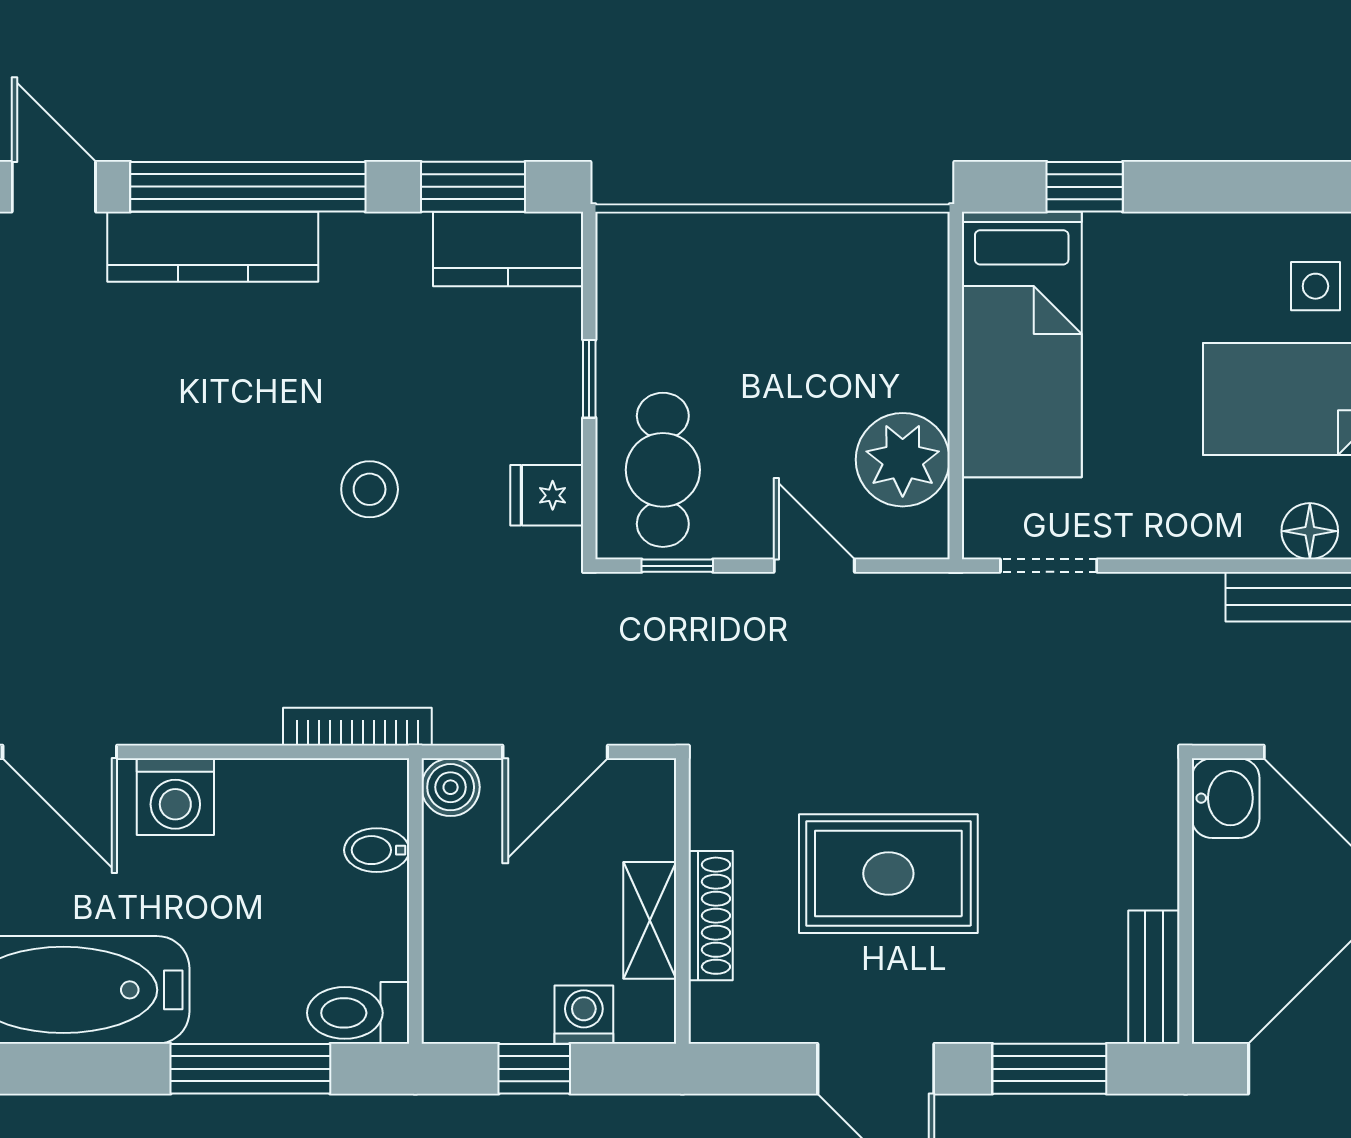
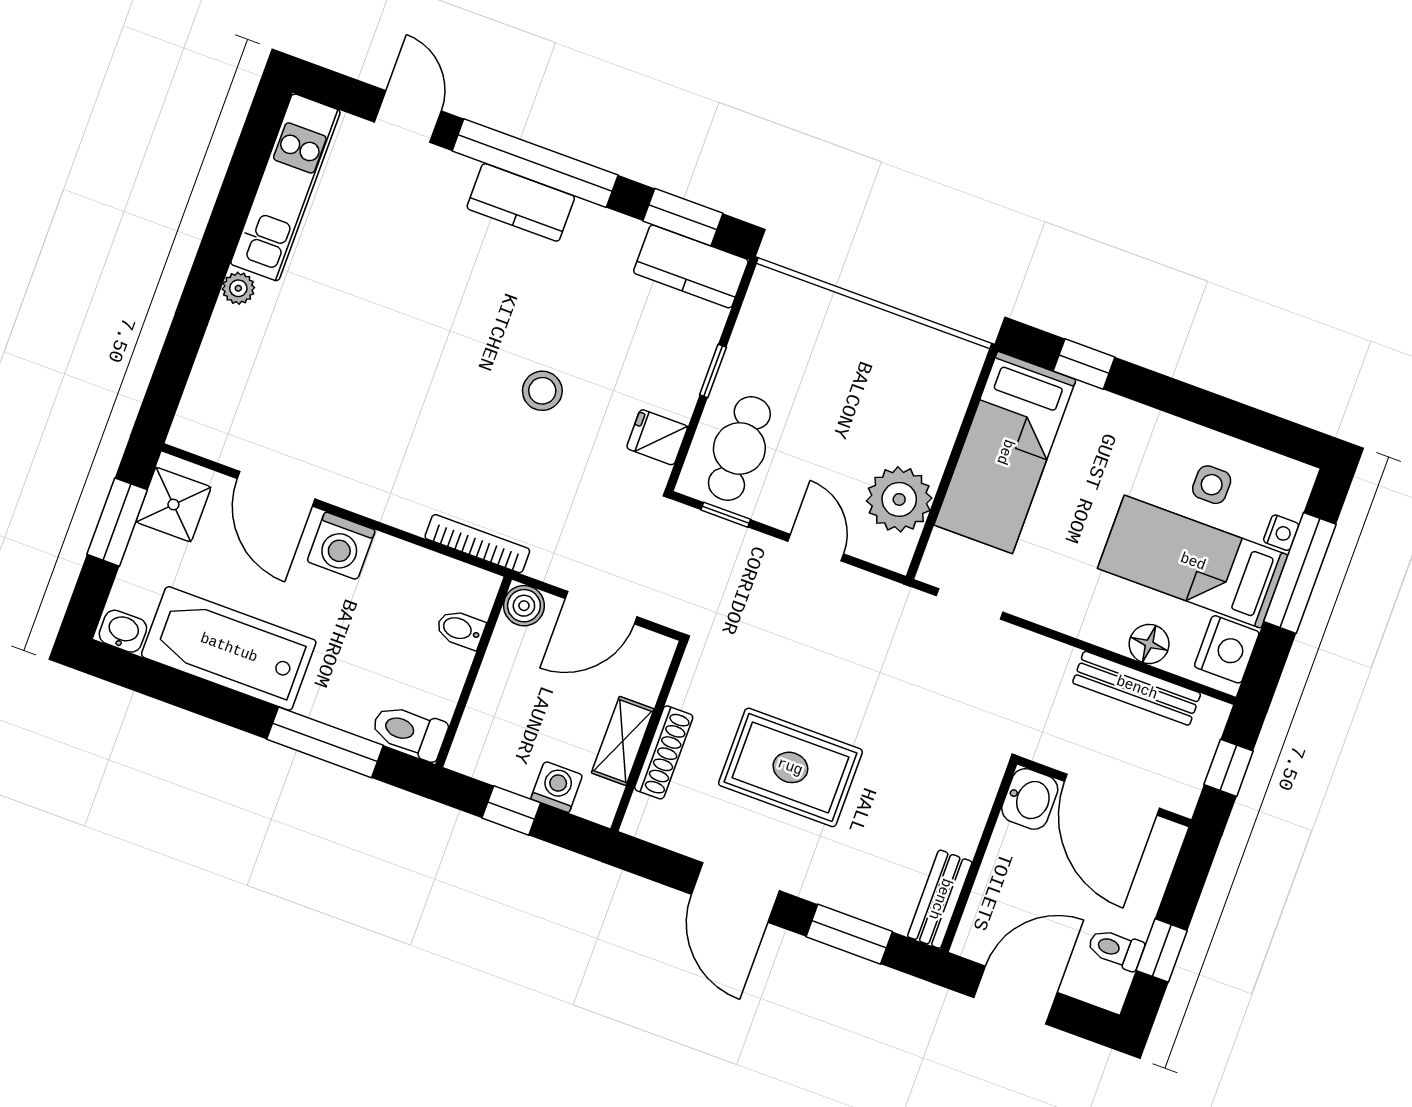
kitchen counter: (213, 247) -> (521, 202), width x0.67

